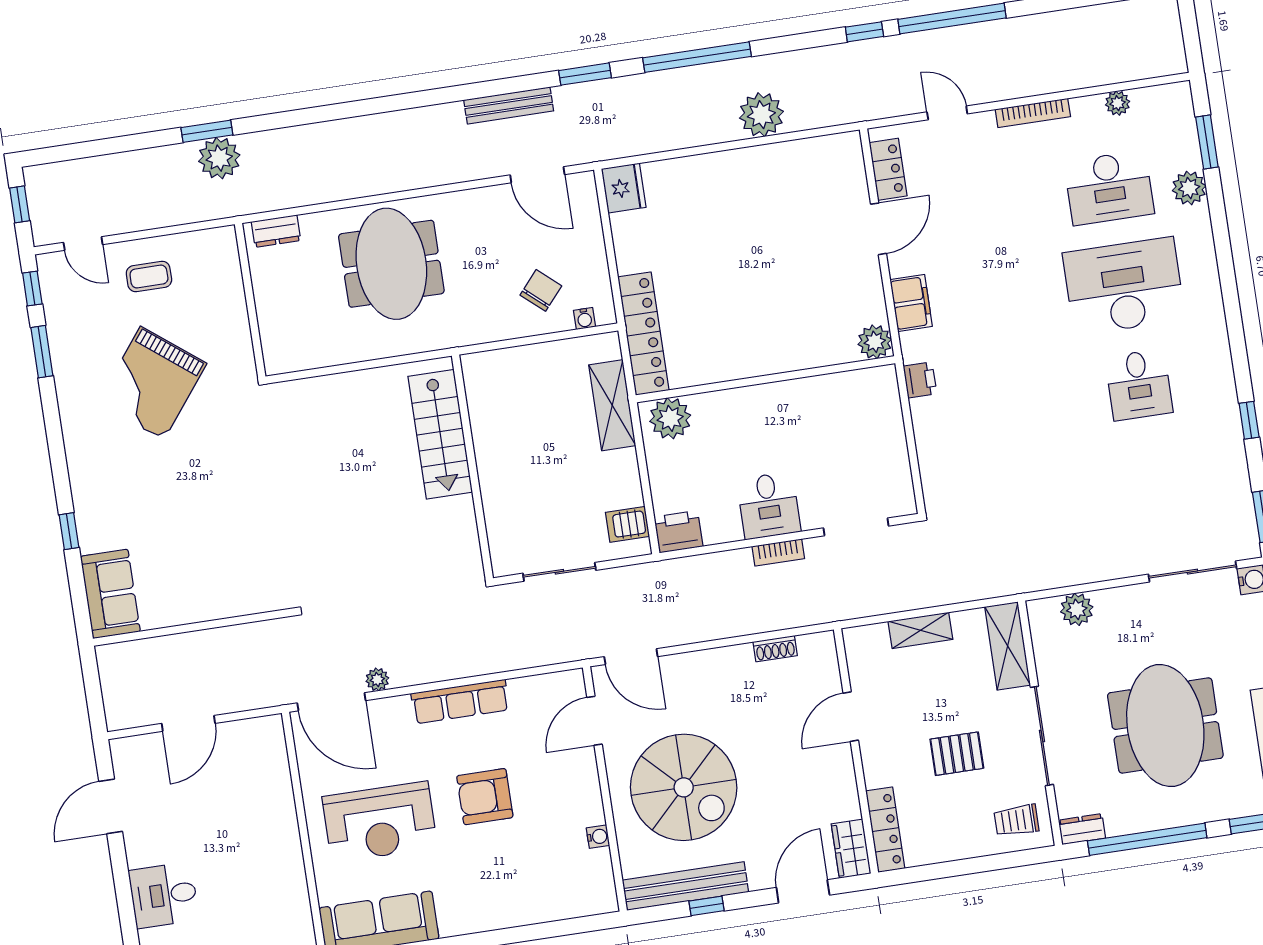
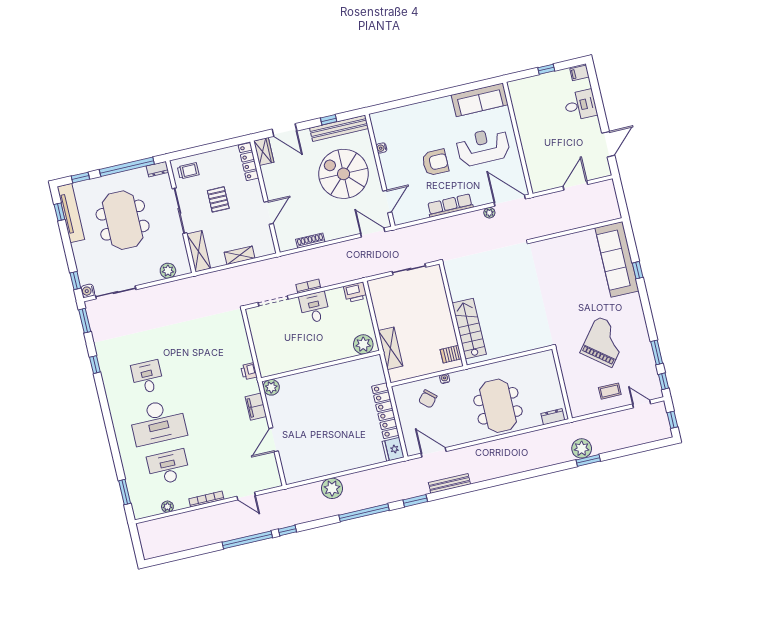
locker: (888, 169) -> (271, 468), removed
plant: (1189, 188) -> (131, 470), removed
water cooler: (584, 318) -> (445, 379), moved
locker: (643, 334) -> (385, 411), moved
server rack: (627, 524) -> (451, 354), moved, turned 180
sofa: (110, 594) -> (617, 259), width x1.85, depth x1.27
shoe rack: (775, 649) -> (310, 241), width x1.43
pallet: (957, 754) -> (218, 199), turned 90
door: (803, 891) -> (284, 130), hinge flipped

